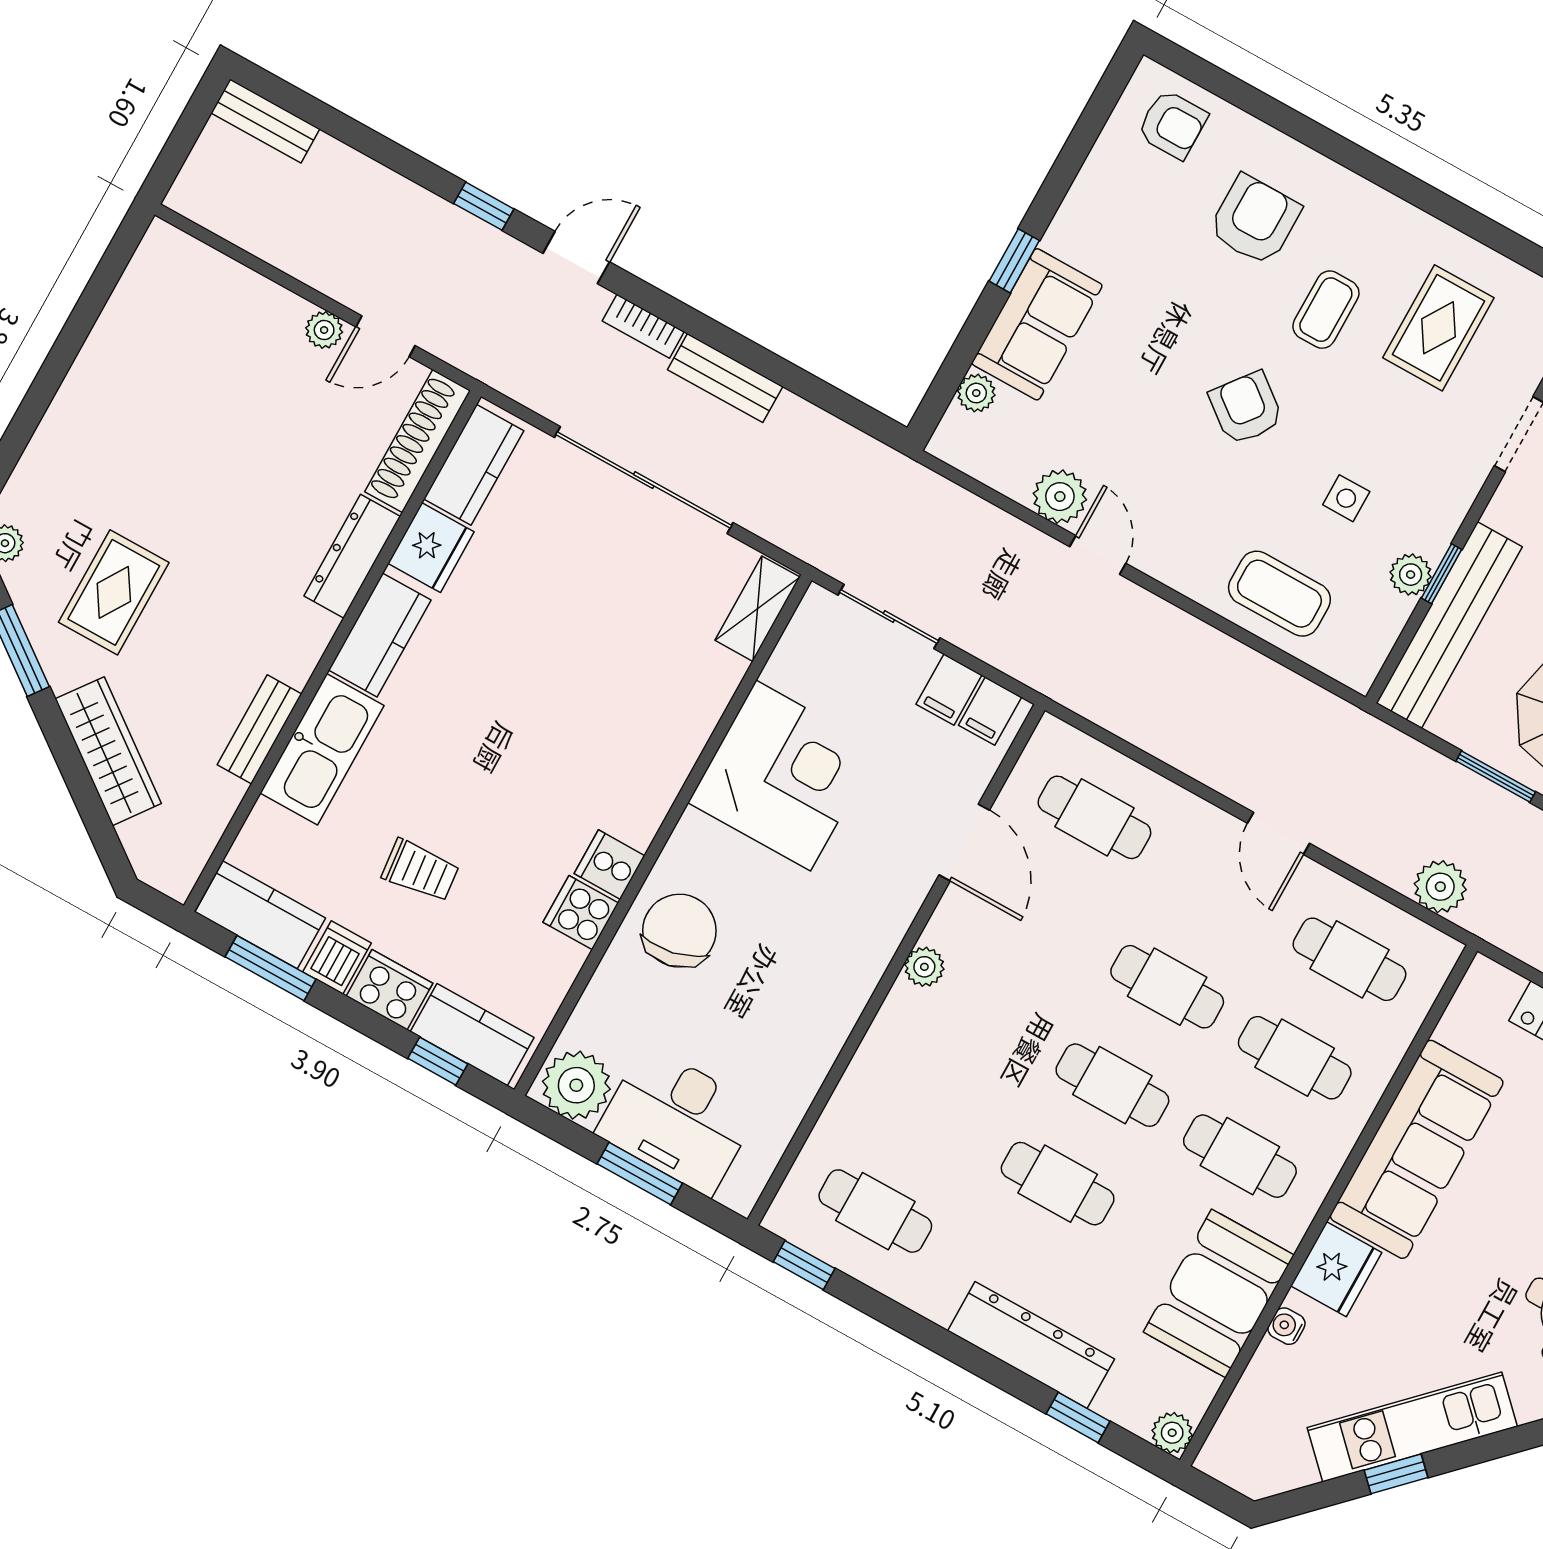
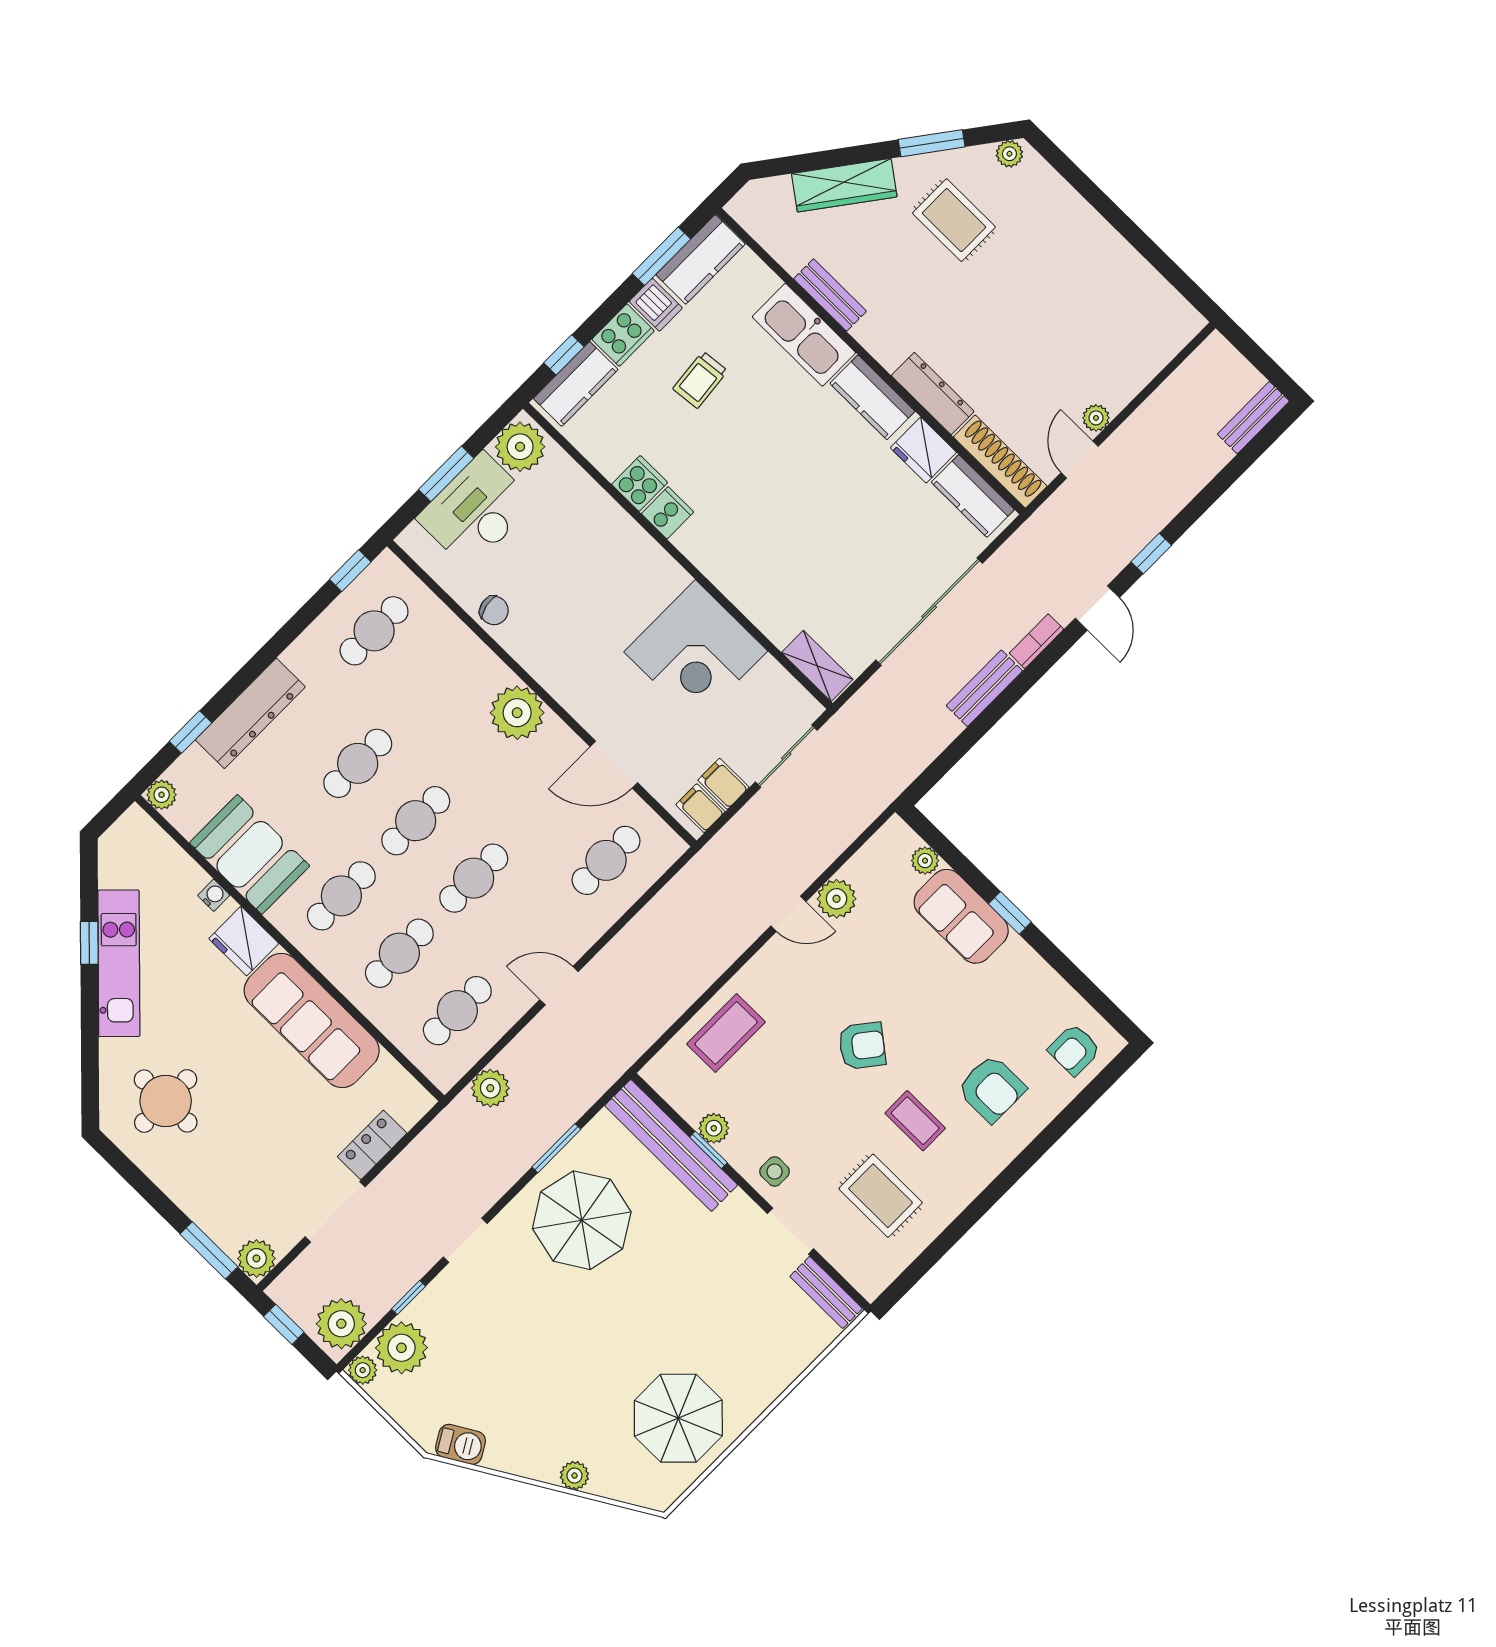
side table: (1346, 498) -> (775, 1171), moved
chair: (679, 931) -> (494, 610), moved, width x0.54, depth x0.54
plant: (924, 967) -> (517, 713), width x1.88, depth x1.88

